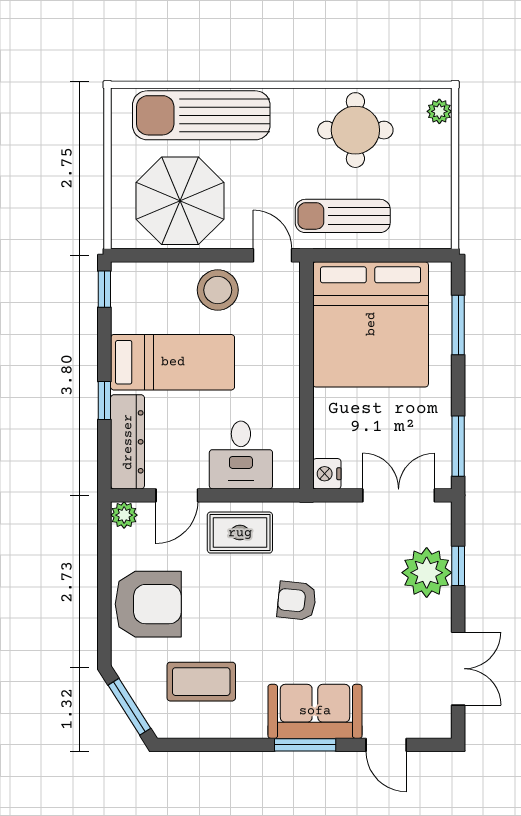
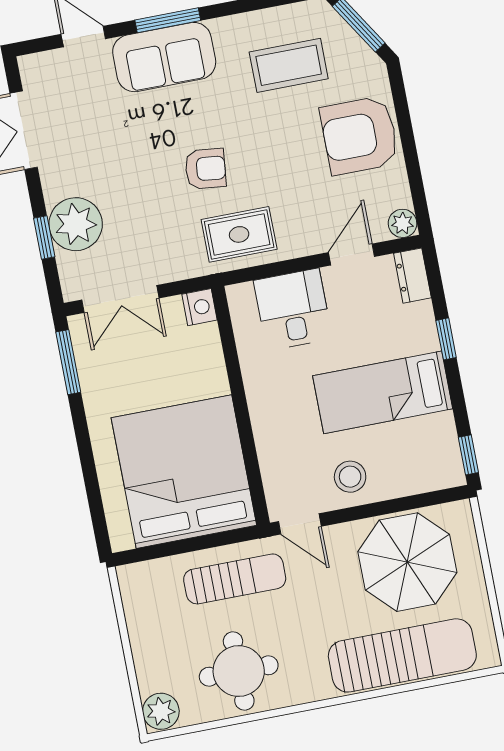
plant: (439, 111) -> (161, 711), width x1.38, depth x1.38
stool: (218, 290) -> (350, 477), width x0.73, depth x0.73
window: (458, 325) -> (93, 488), removed
dresser: (128, 442) -> (412, 276), width x0.51, depth x0.80
rug: (240, 533) -> (239, 234), moved

